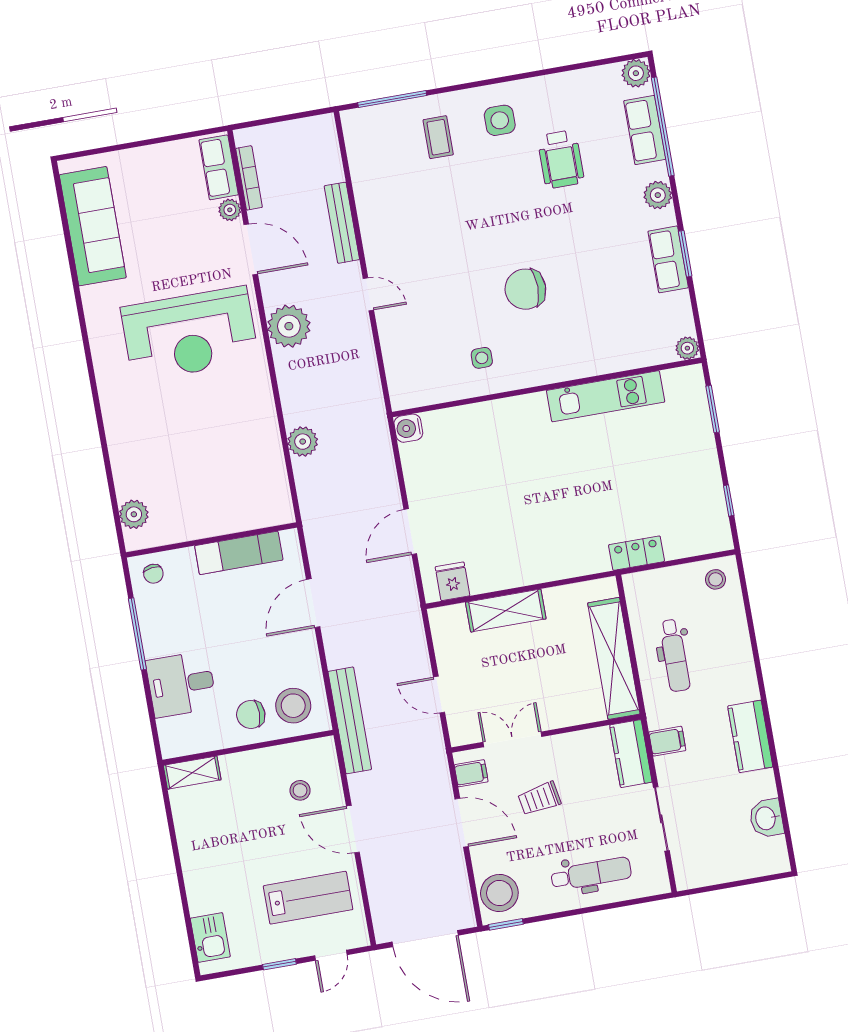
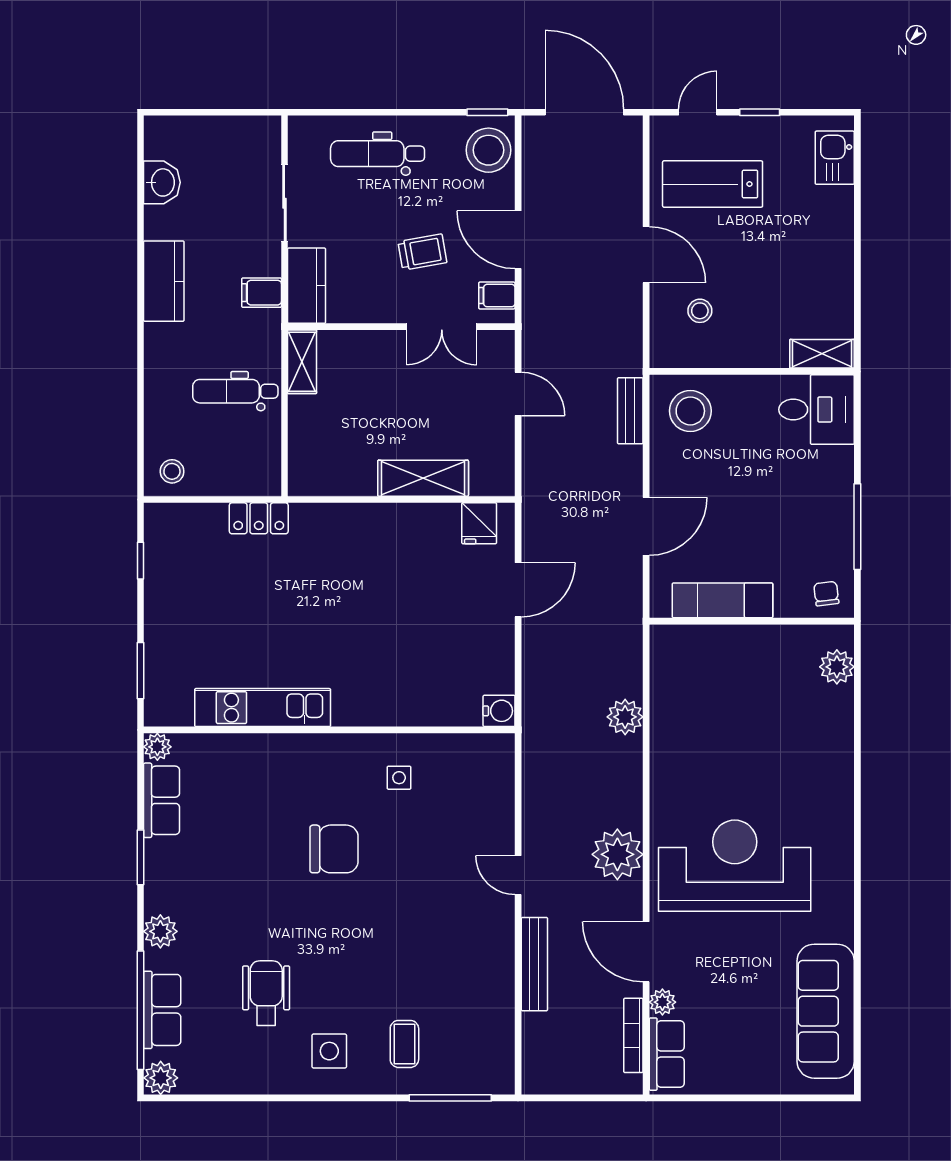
row of seats: (668, 259) -> (161, 800), moved
dental chair: (675, 655) -> (235, 391), turned -90
shelving: (614, 658) -> (302, 362), width x0.45, depth x0.75
desk: (181, 684) -> (817, 410), moved
chair: (251, 714) -> (742, 409), removed
bench: (350, 720) -> (630, 411), width x0.54, depth x0.82

